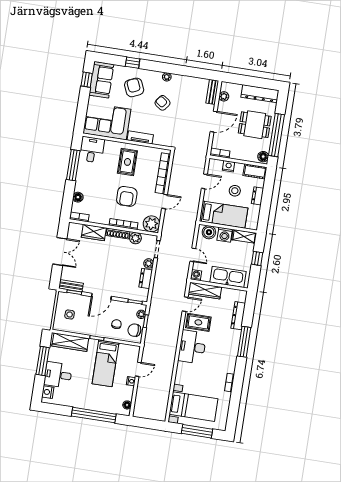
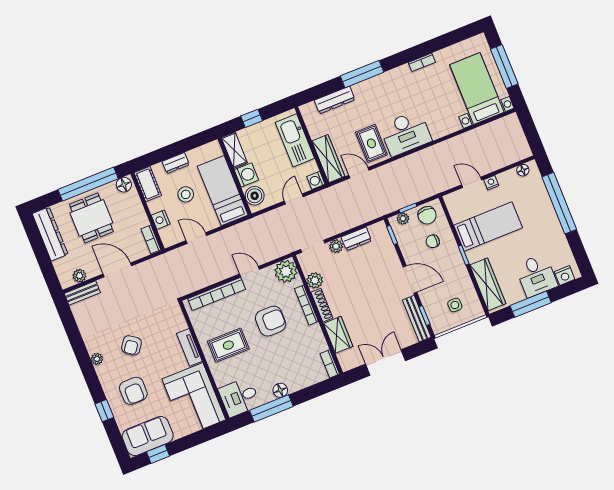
armchair: (134, 87) -> (133, 391), turned -66
floor lamp: (78, 197) -> (280, 390), moved
bench: (71, 286) -> (417, 319), width x1.36

